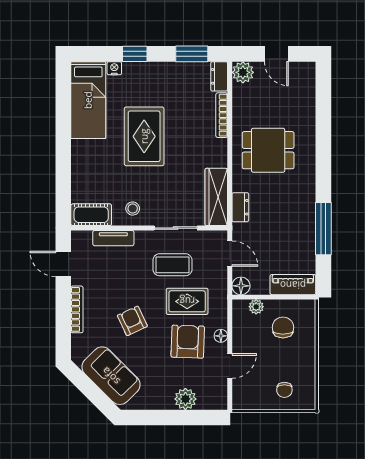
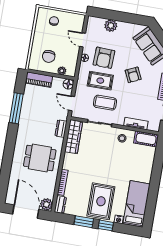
window: (192, 54) -> (84, 222), moved
door: (276, 54) -> (26, 212), width x1.88
rug: (144, 136) -> (101, 201), moved
door: (230, 366) -> (83, 40), hinge flipped

